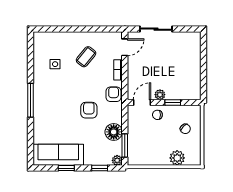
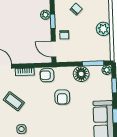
plant: (160, 95) -> (45, 15), moved
armchair: (89, 110) -> (62, 97), turned -90
plant: (177, 158) -> (103, 29), moved

